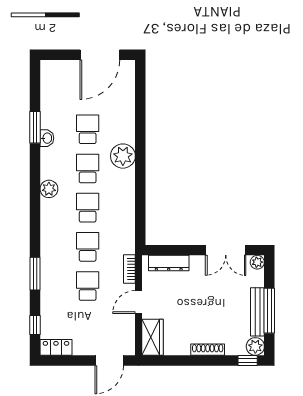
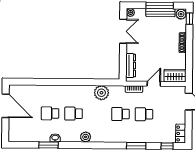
plant: (123, 156) -> (101, 93), moved
school desk: (88, 208) -> (97, 114), removed
door: (139, 302) -> (154, 84), swing flipped

